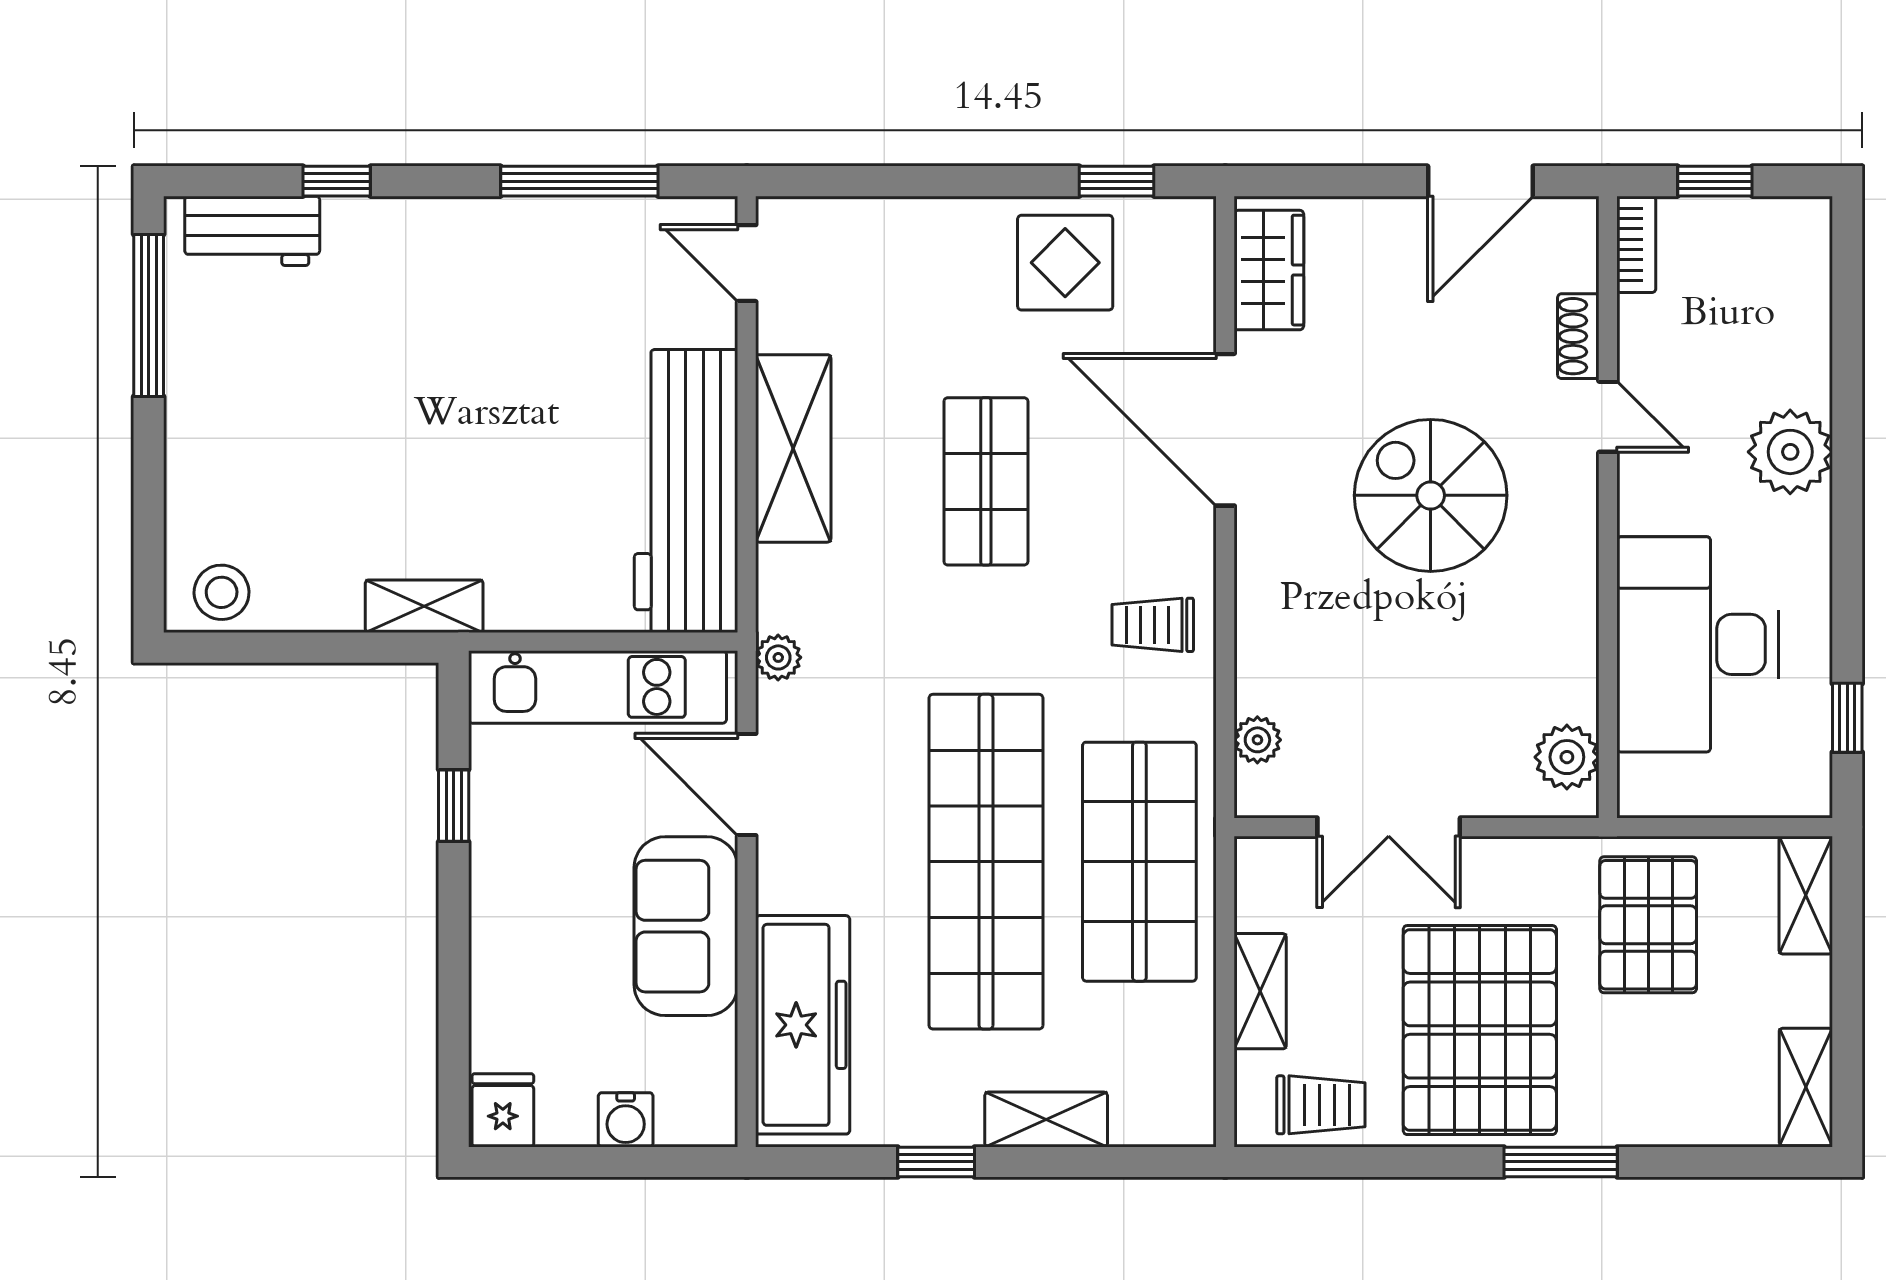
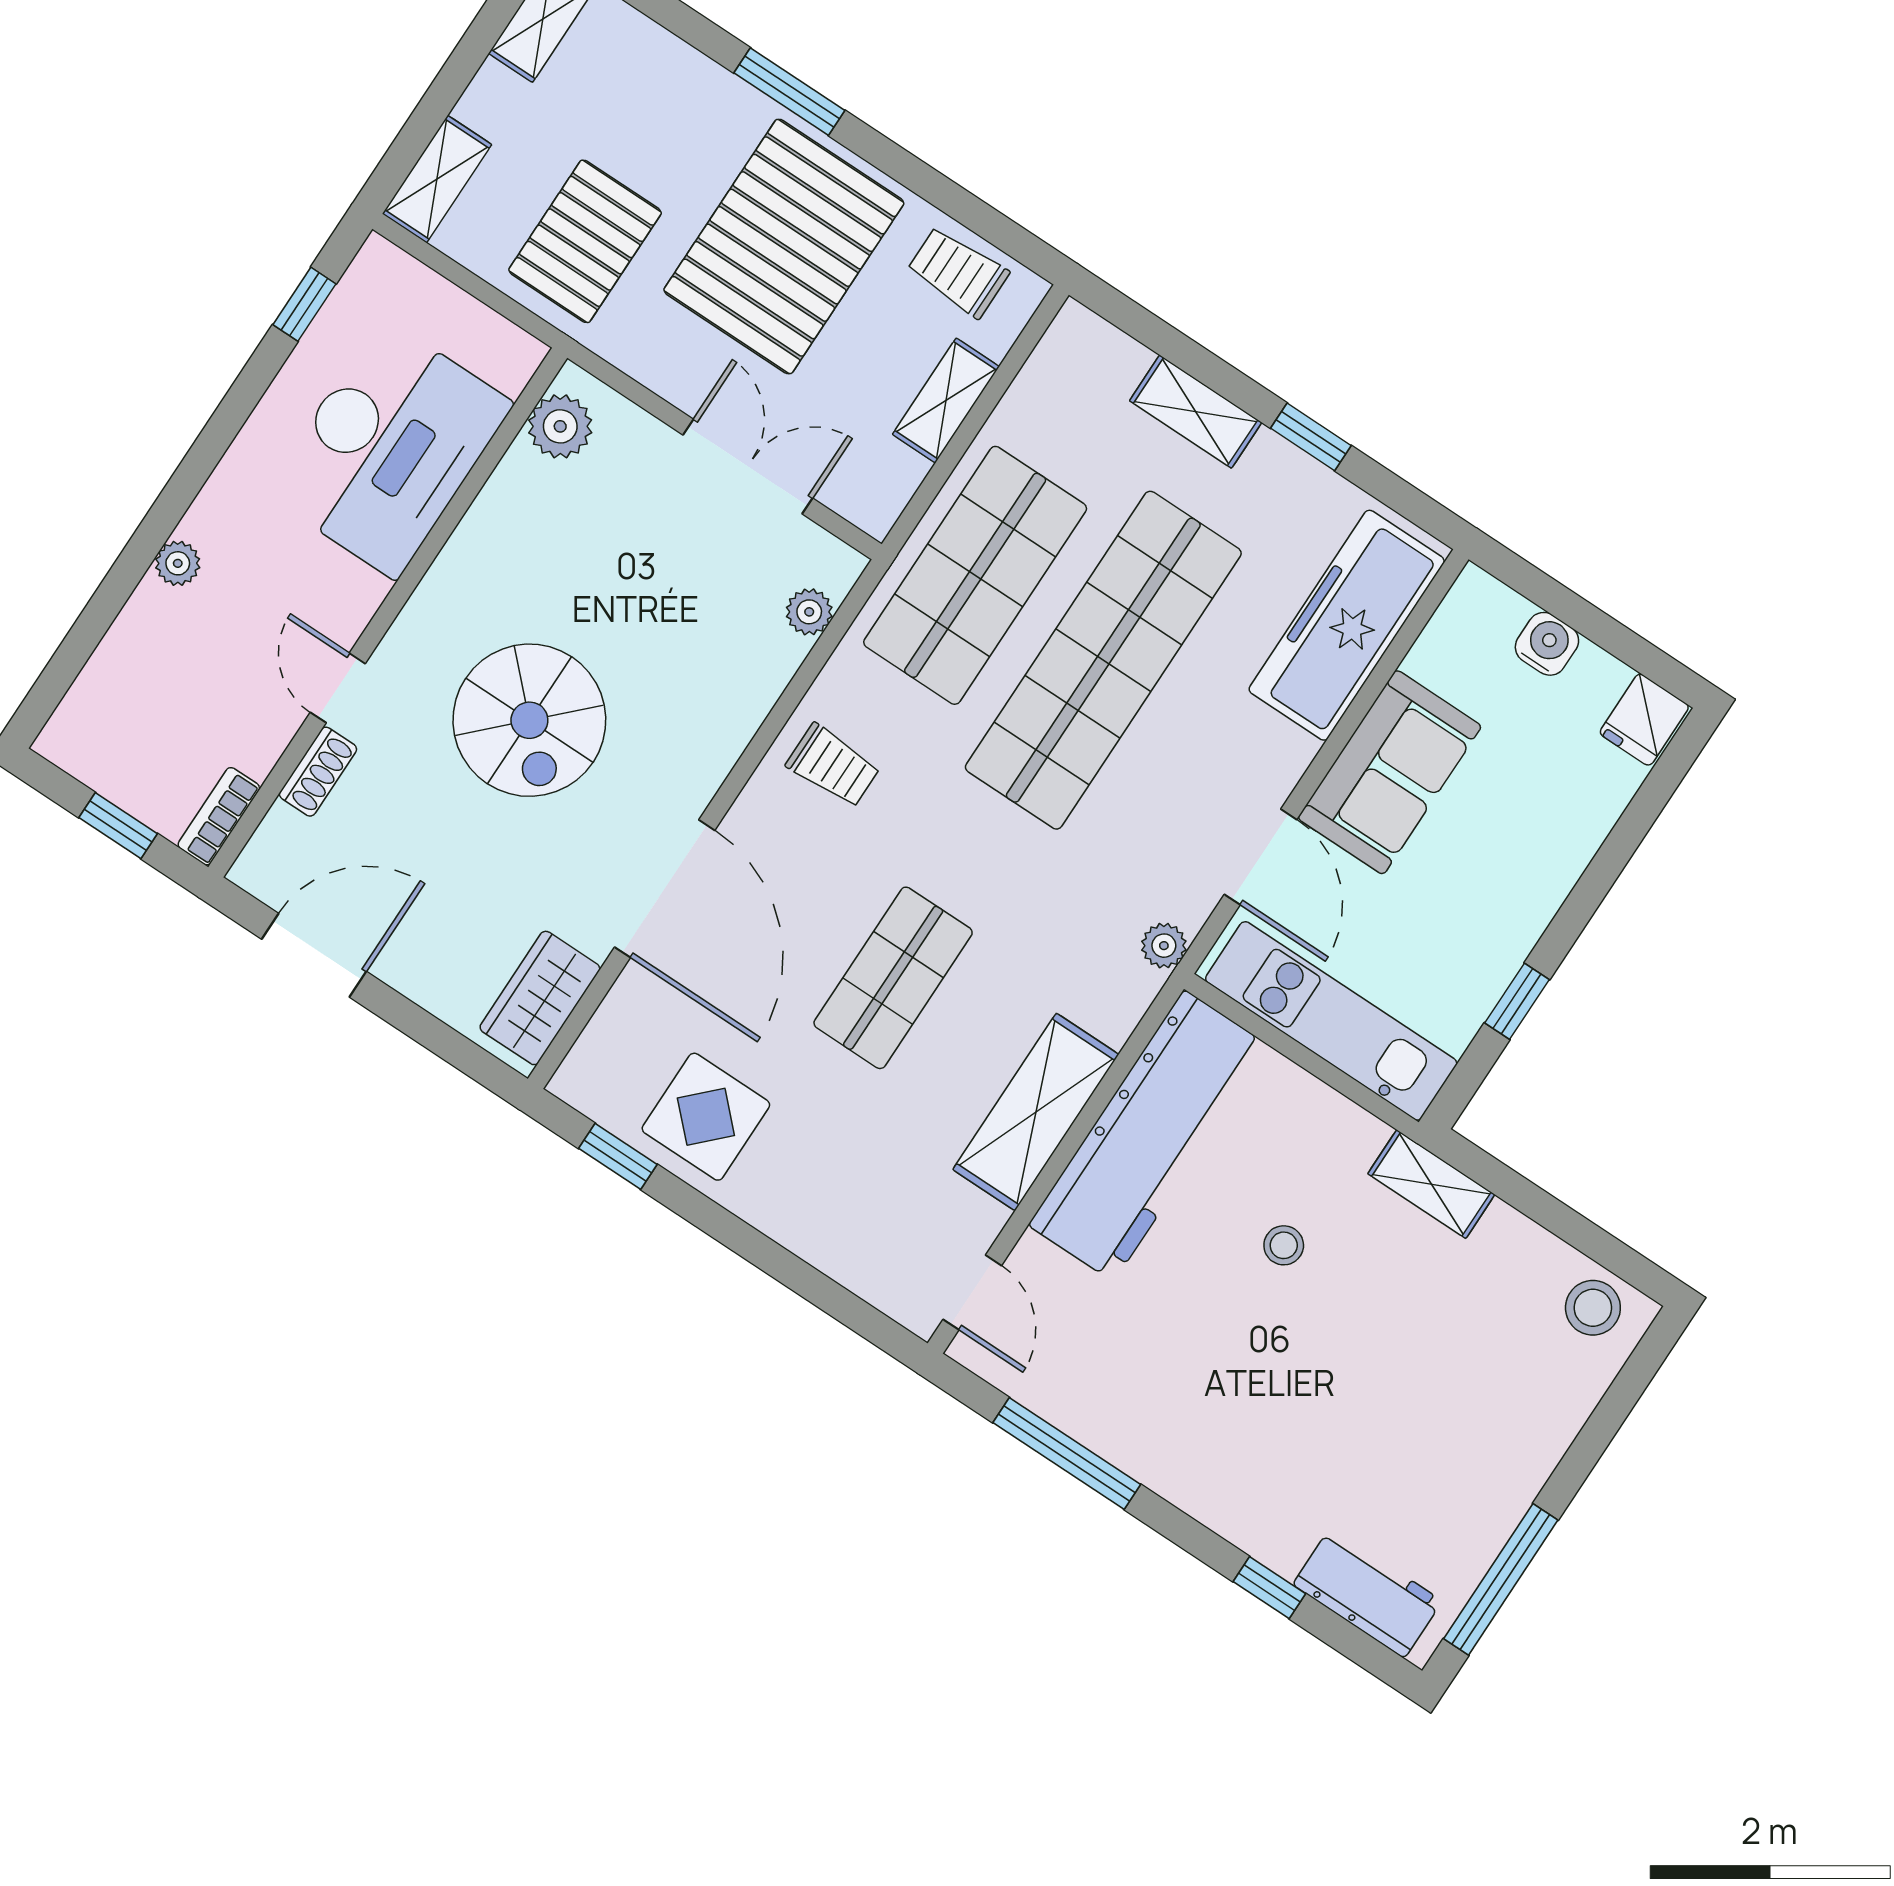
plant: (1790, 452) -> (178, 563), width x0.53, depth x0.53
stool: (513, 474) -> (1284, 1245), added

